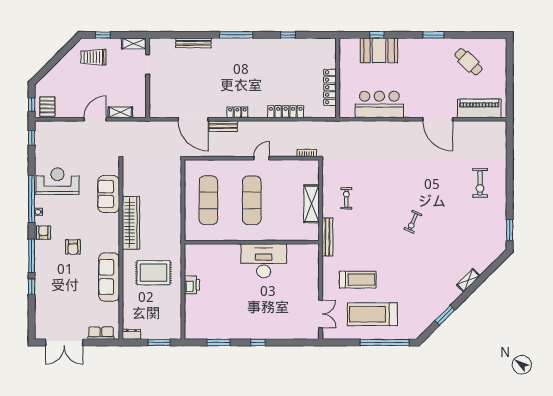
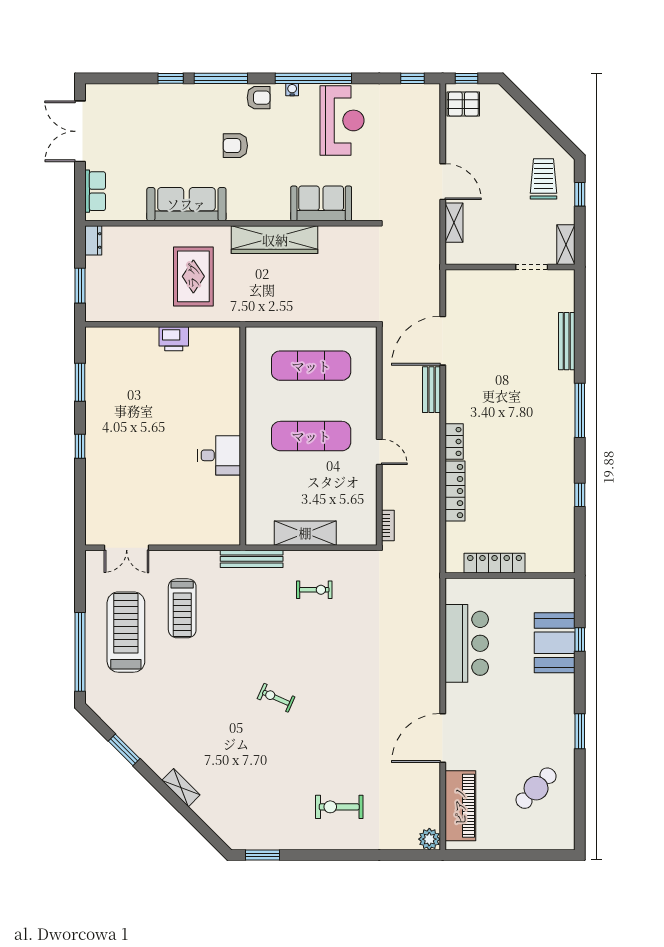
locker: (237, 112) -> (454, 441), moved
plant: (500, 127) -> (429, 839), added
desk: (264, 261) -> (219, 455), width x0.53, depth x0.77

